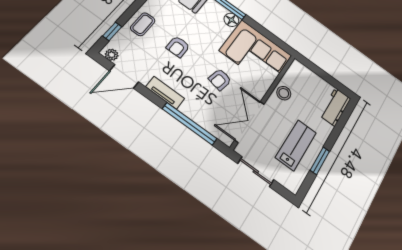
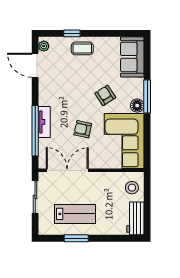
window: (112, 31) -> (72, 33), moved
armchair: (178, 47) -> (105, 95), moved, turned 57
tv unit: (165, 93) -> (44, 122), moved
stool: (284, 93) -> (132, 188), moved
workbench: (335, 107) -> (135, 218), moved, turned -90

